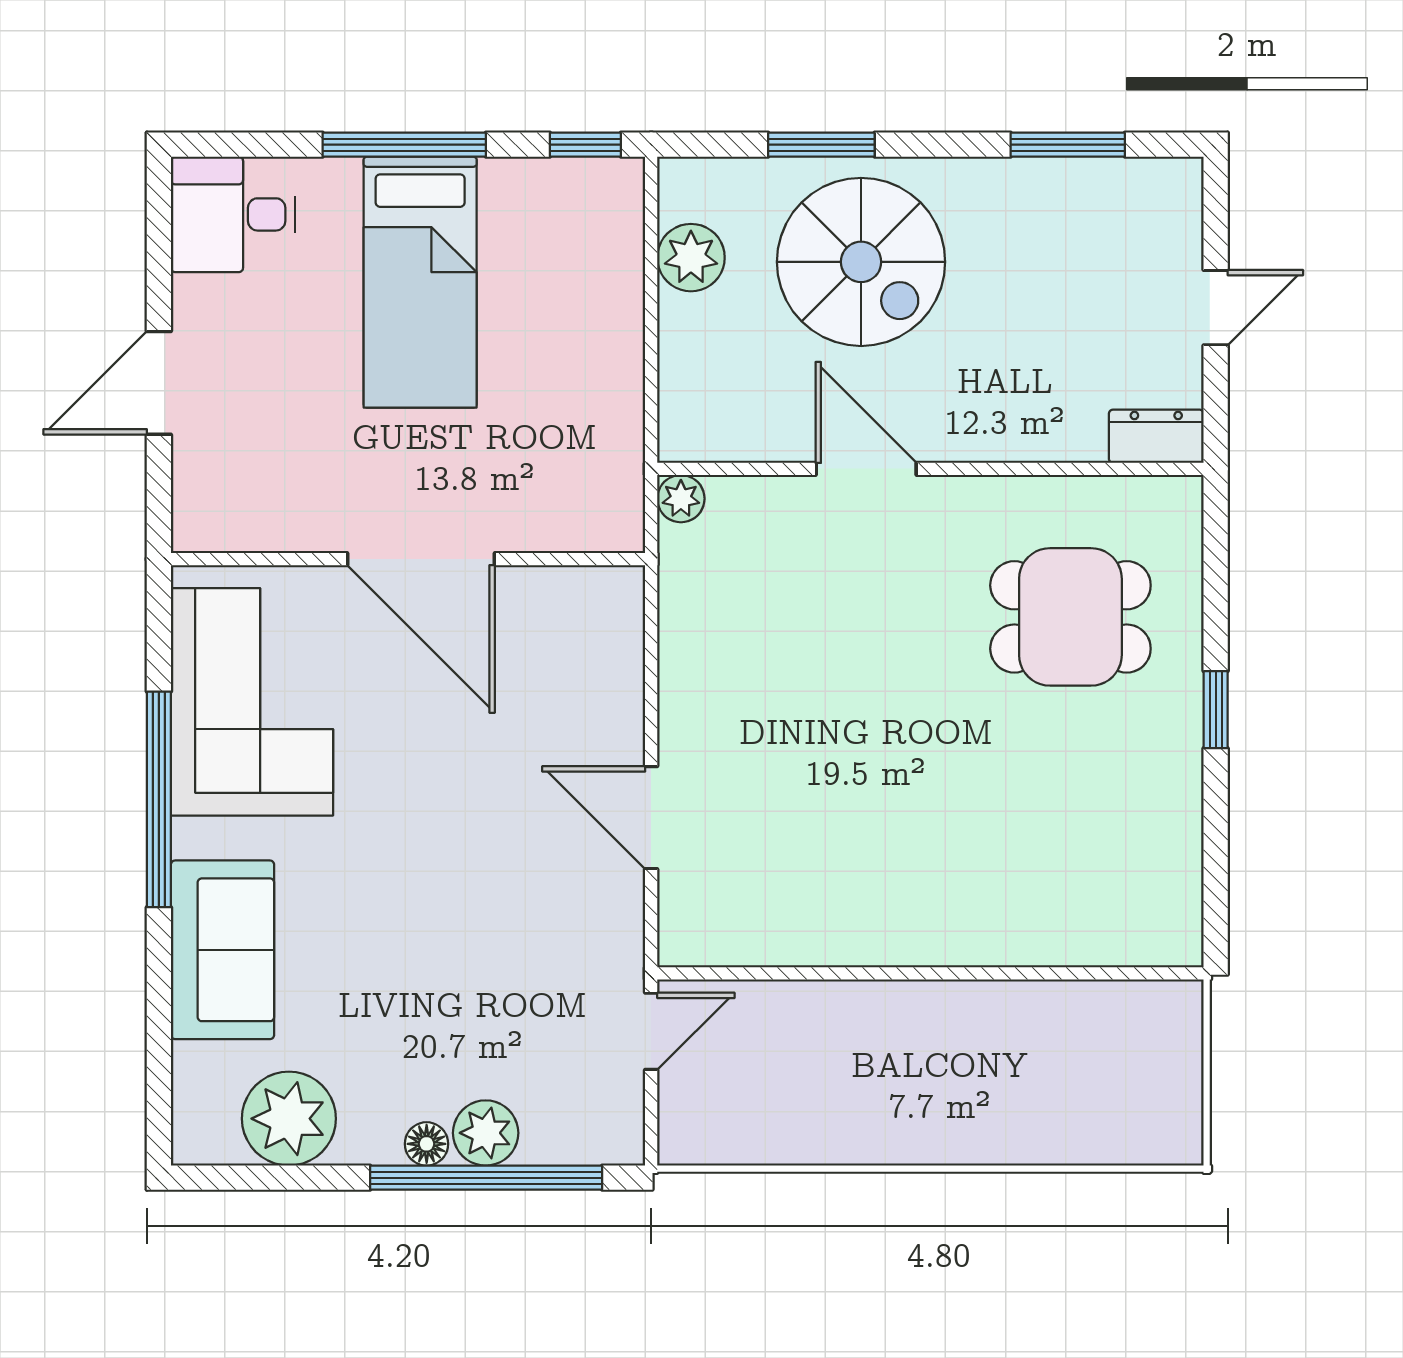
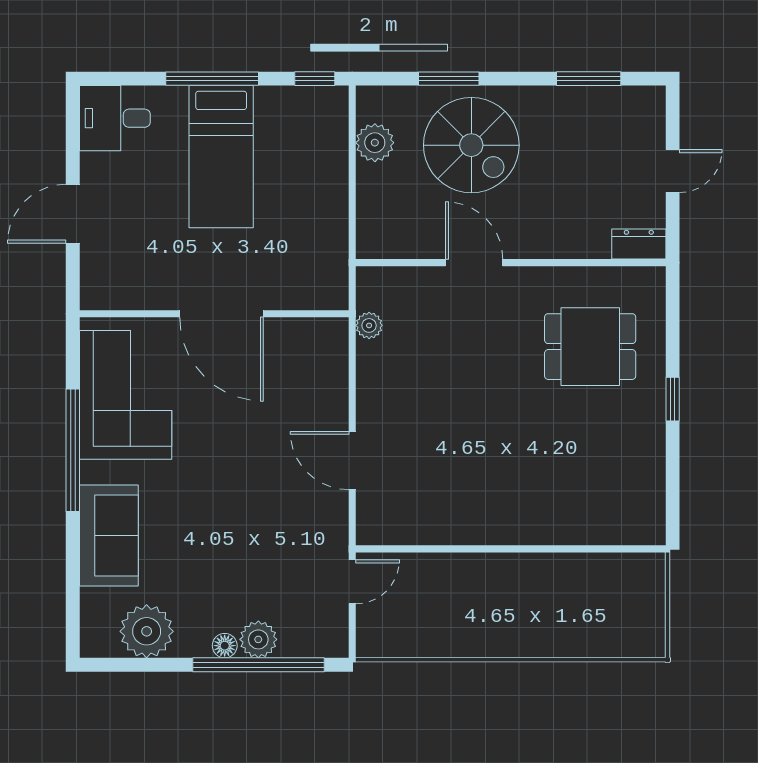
plant: (681, 499) -> (369, 325), moved

